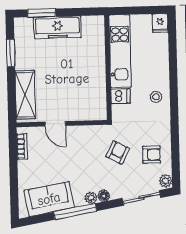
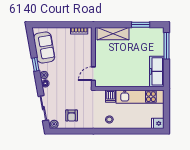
window: (42, 13) -> (166, 46), width x1.44
freezer: (57, 27) -> (157, 71), moved
door: (55, 124) -> (93, 74), moved
armchair: (118, 152) -> (74, 93), removed
window: (75, 211) -> (36, 64), width x0.46

